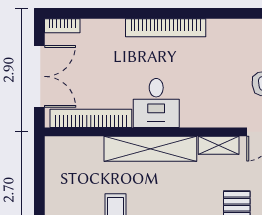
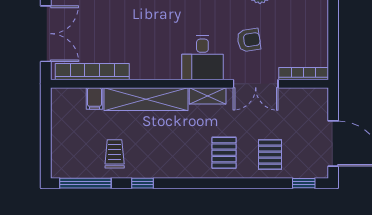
desk: (156, 103) -> (202, 58), moved
filing cabinet: (93, 148) -> (94, 99), added

